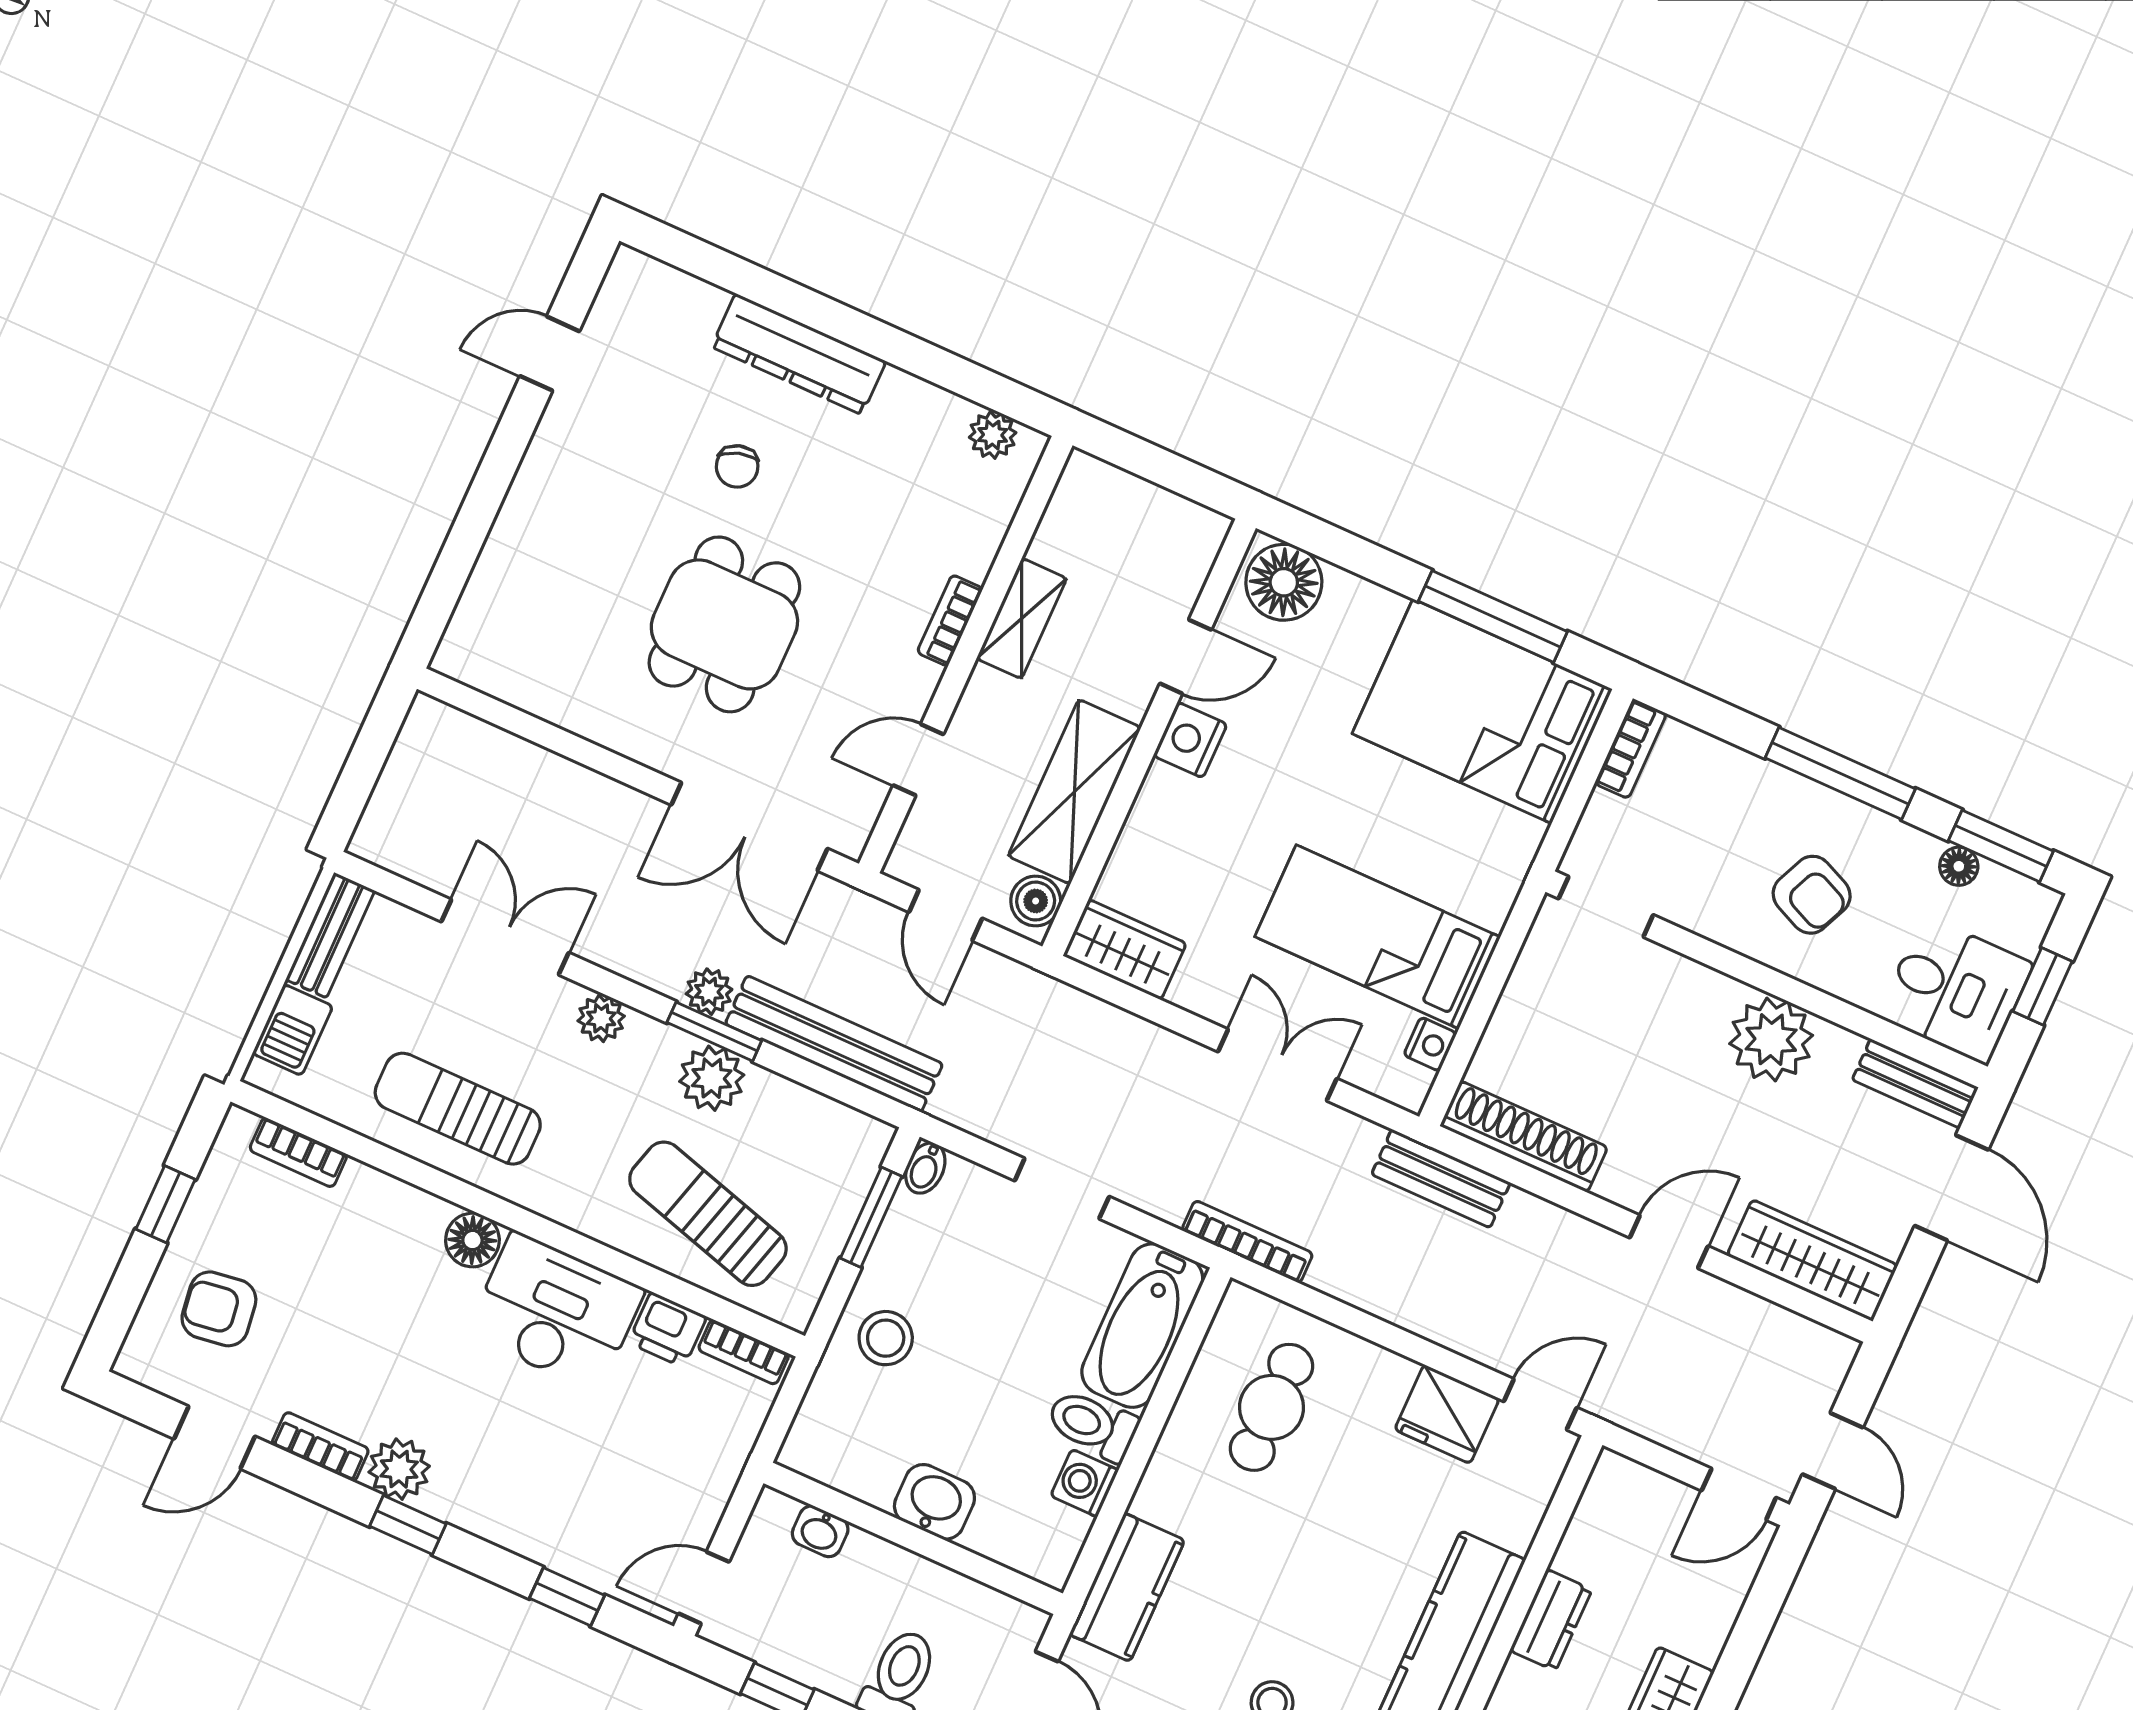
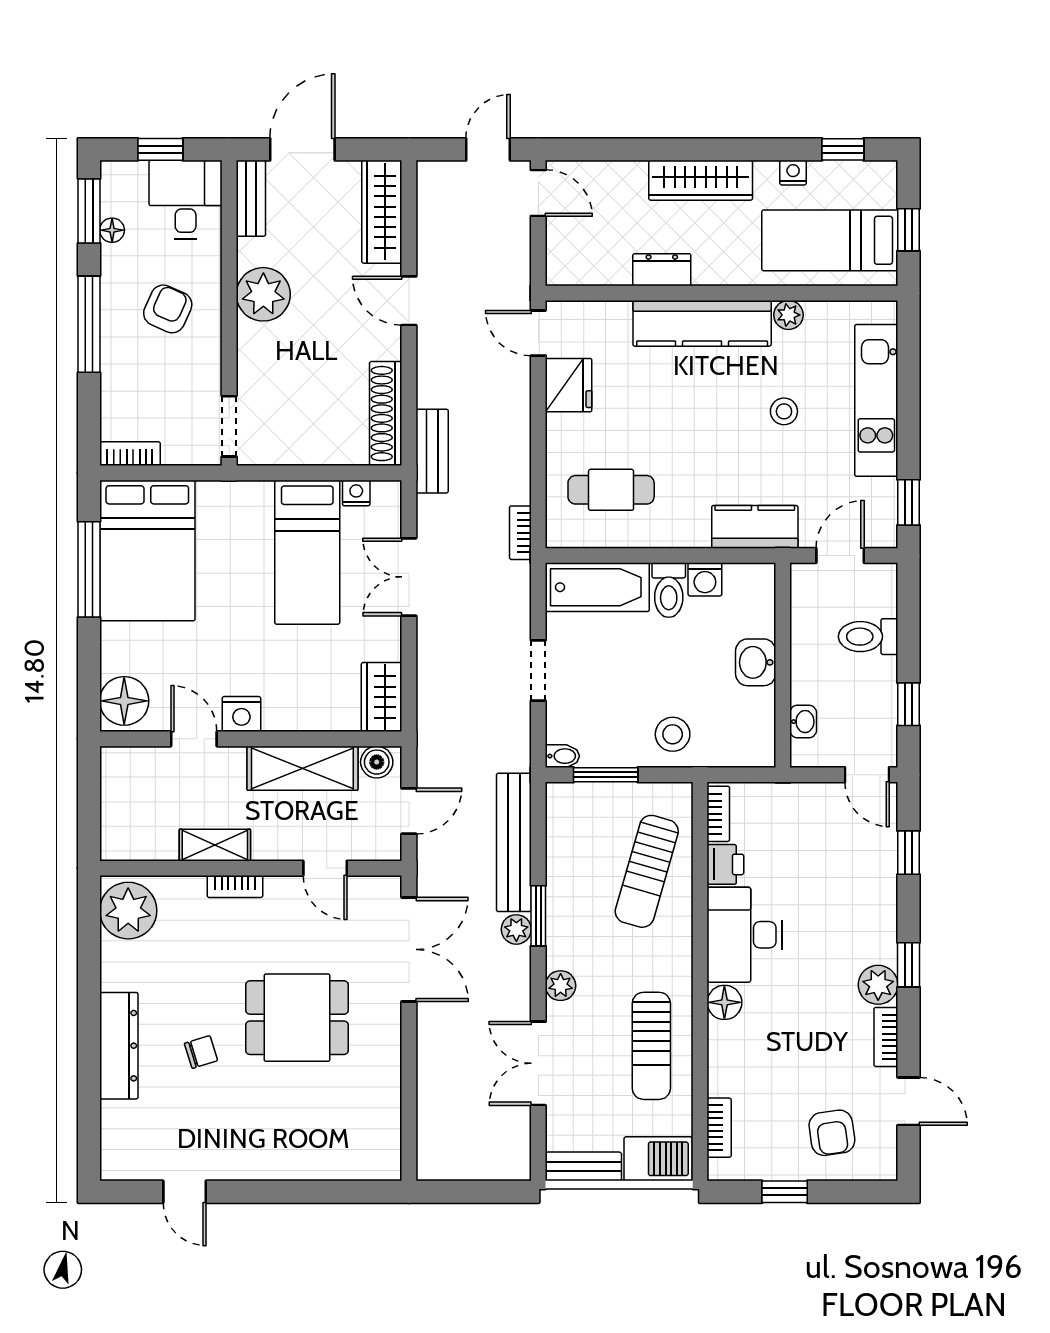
plant: (993, 435) -> (128, 911), width x1.87, depth x1.87
barbecue: (293, 1030) -> (658, 1159), width x1.38, depth x1.27
plant: (712, 1078) -> (566, 905), removed
bookcase: (1247, 1242) -> (520, 533), width x0.64

